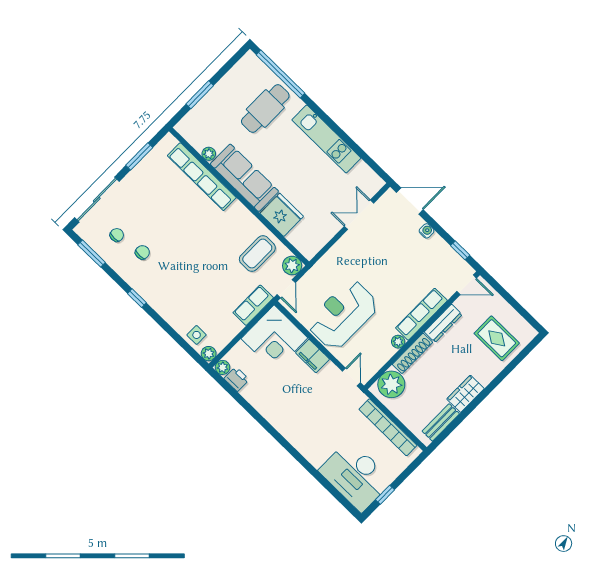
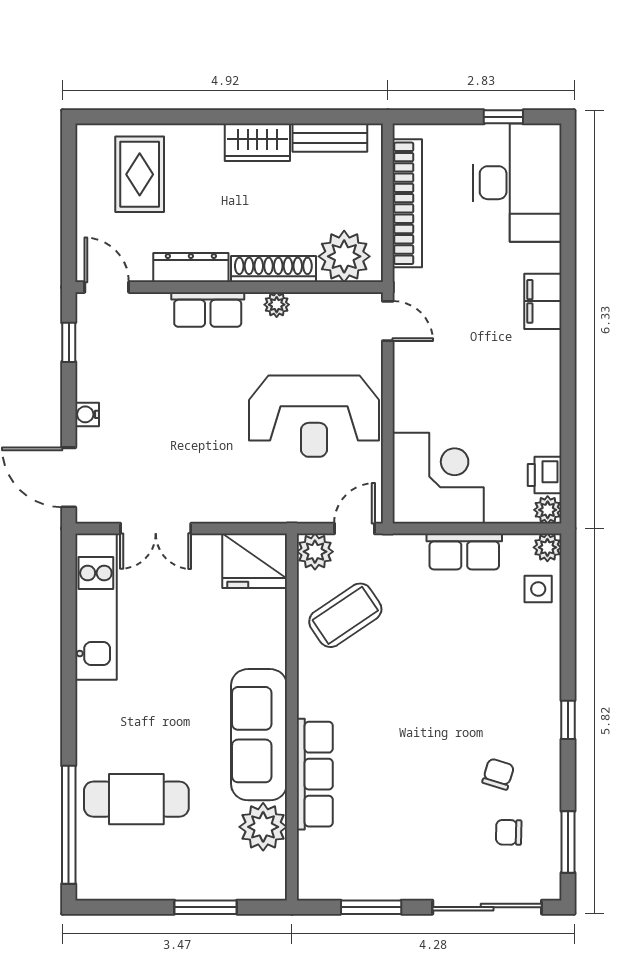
kitchen unit: (326, 139) -> (96, 607), moved
plant: (209, 154) -> (263, 827), width x1.88, depth x1.88
row of seats: (202, 177) -> (315, 774), width x0.73
fridge: (282, 215) -> (255, 561), moved, turned -90
chair: (142, 252) -> (498, 774), turned 107
coffee table: (257, 254) -> (345, 615), turned -34
row of seats: (253, 305) -> (464, 552), moved
row of seats: (421, 314) -> (208, 309), width x0.68
filing cabinet: (312, 356) -> (543, 301), moved, turned 180
door: (351, 377) -> (388, 321), swing flipped

